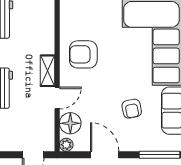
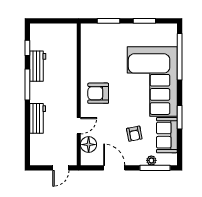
shelving: (47, 71) -> (72, 105), removed
plant: (66, 145) -> (151, 160), moved

